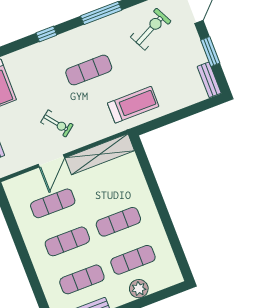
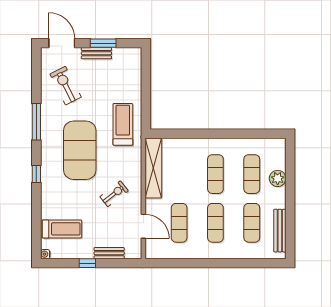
exercise mat: (89, 70) -> (80, 150), width x2.00, depth x1.45
bench: (209, 80) -> (96, 53), moved
door: (51, 161) -> (143, 226), moved

